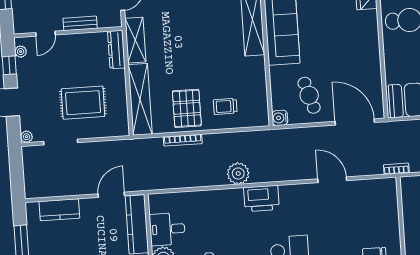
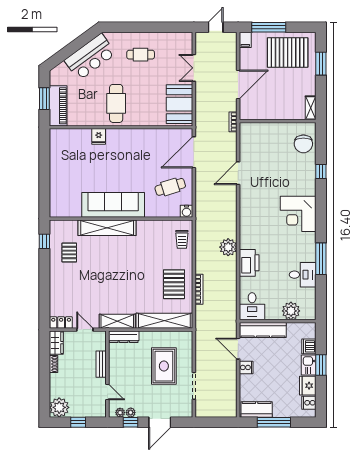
trolley: (225, 106) -> (182, 239), moved
pallet: (187, 108) -> (174, 284), turned 90
plant: (27, 137) -> (131, 413), moved
printer: (261, 198) -> (249, 263), moved
cooker: (88, 206) -> (246, 367), added
kitchen counter: (59, 210) -> (257, 410), moved, turned -90
desk: (167, 229) -> (252, 306), moved

